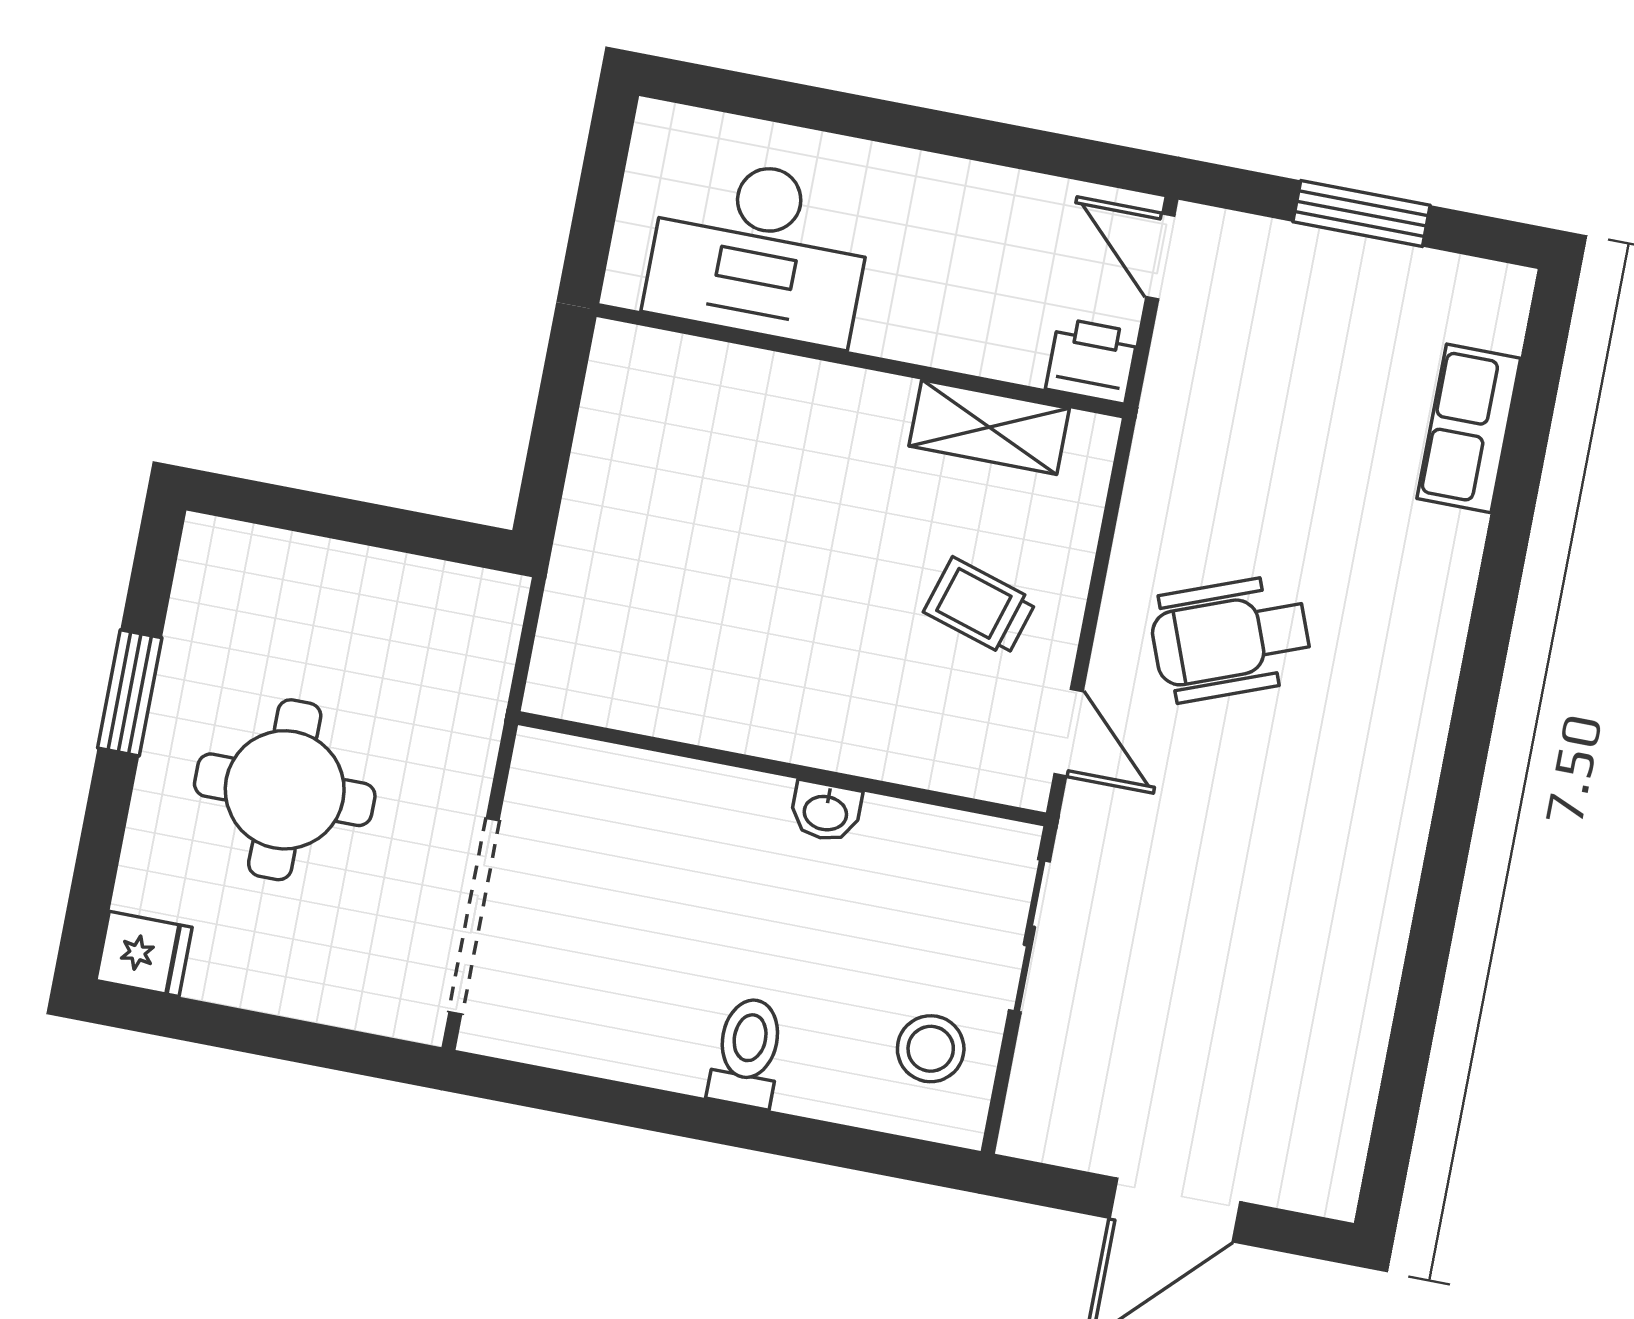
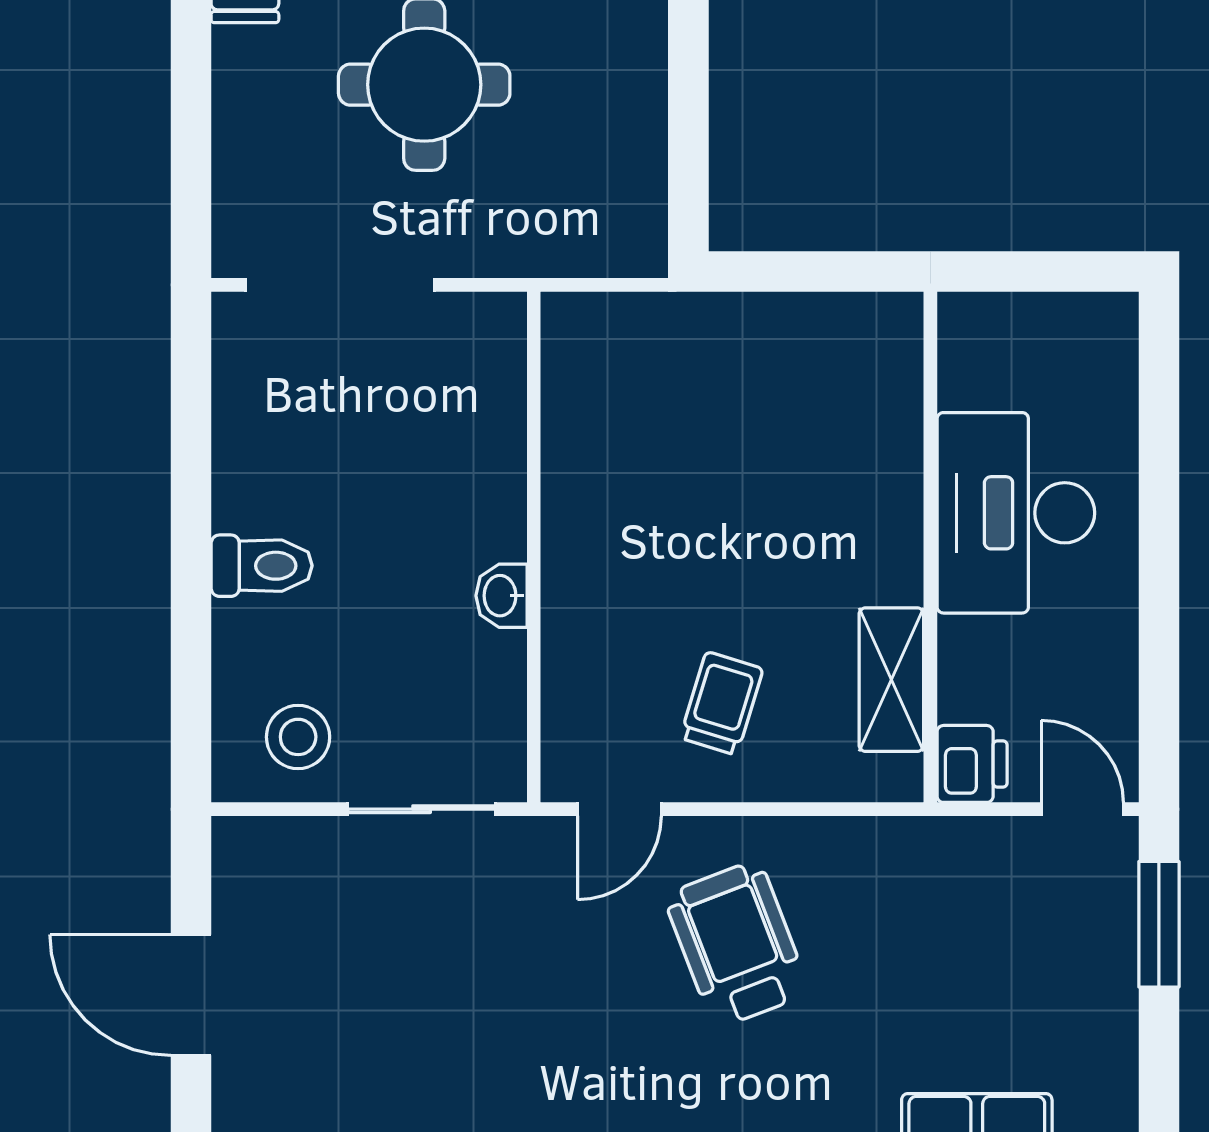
window: (1362, 213) -> (1159, 924), moved
desk: (760, 250) -> (1016, 513), moved
door: (1160, 256) -> (1082, 809), hinge flipped

